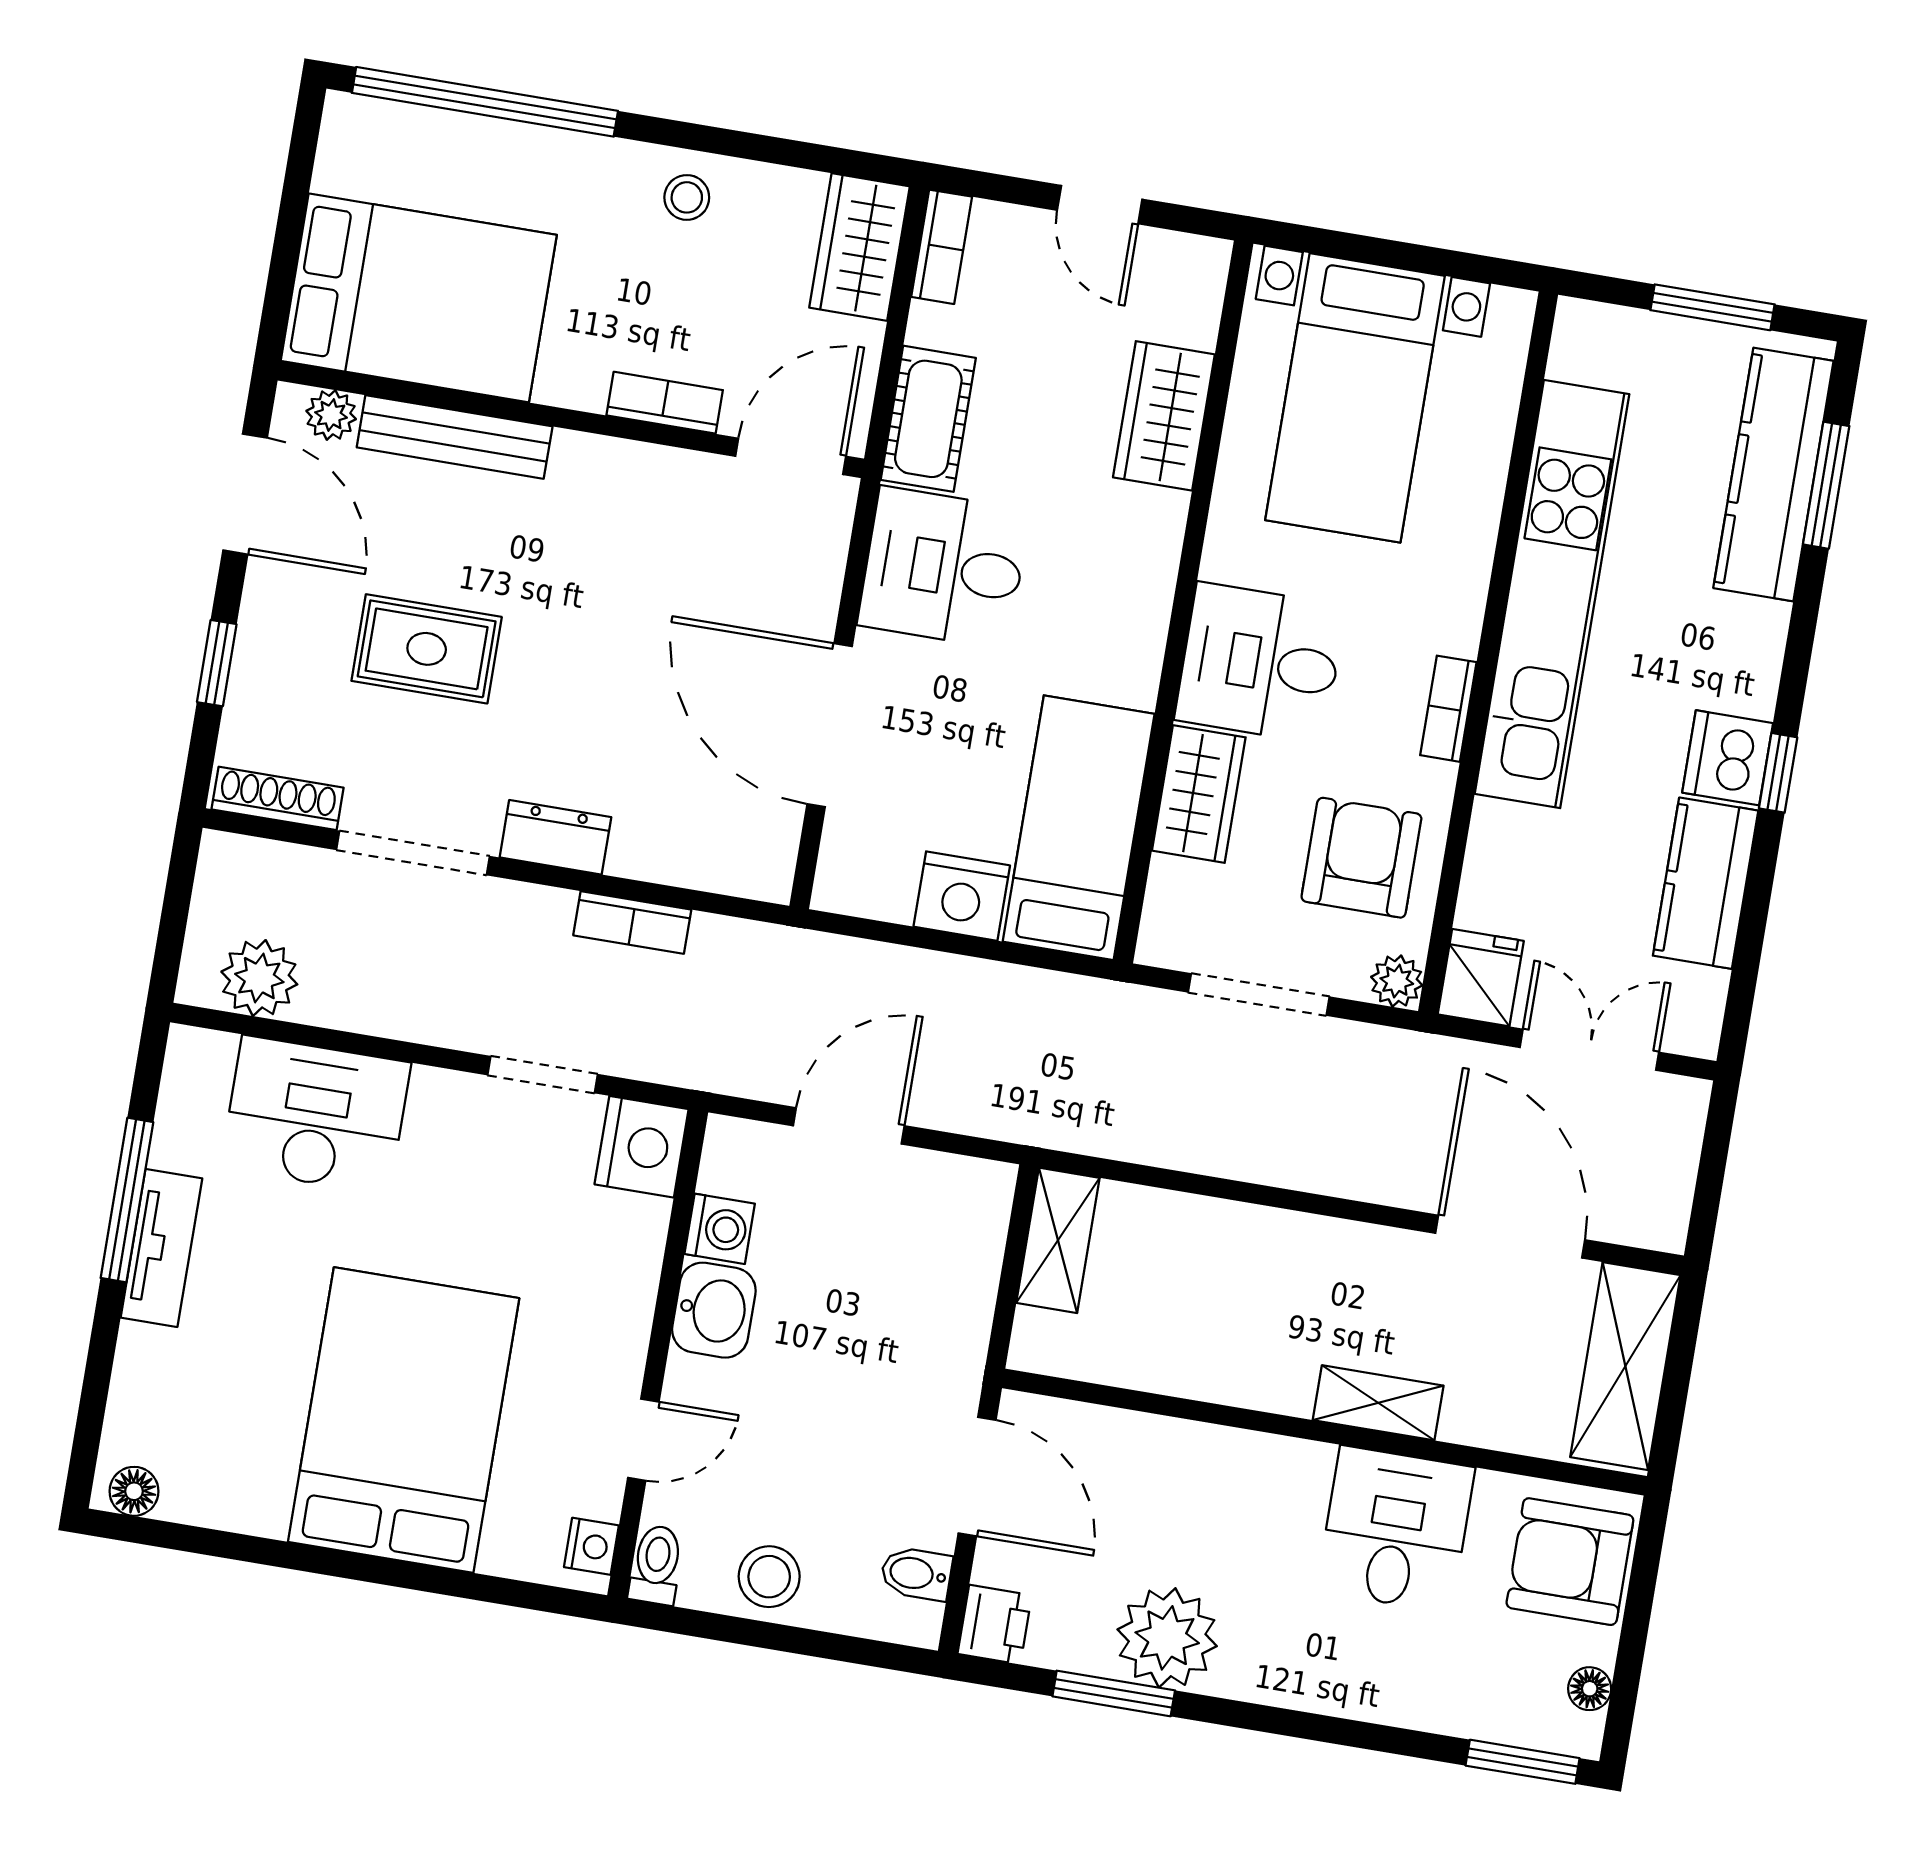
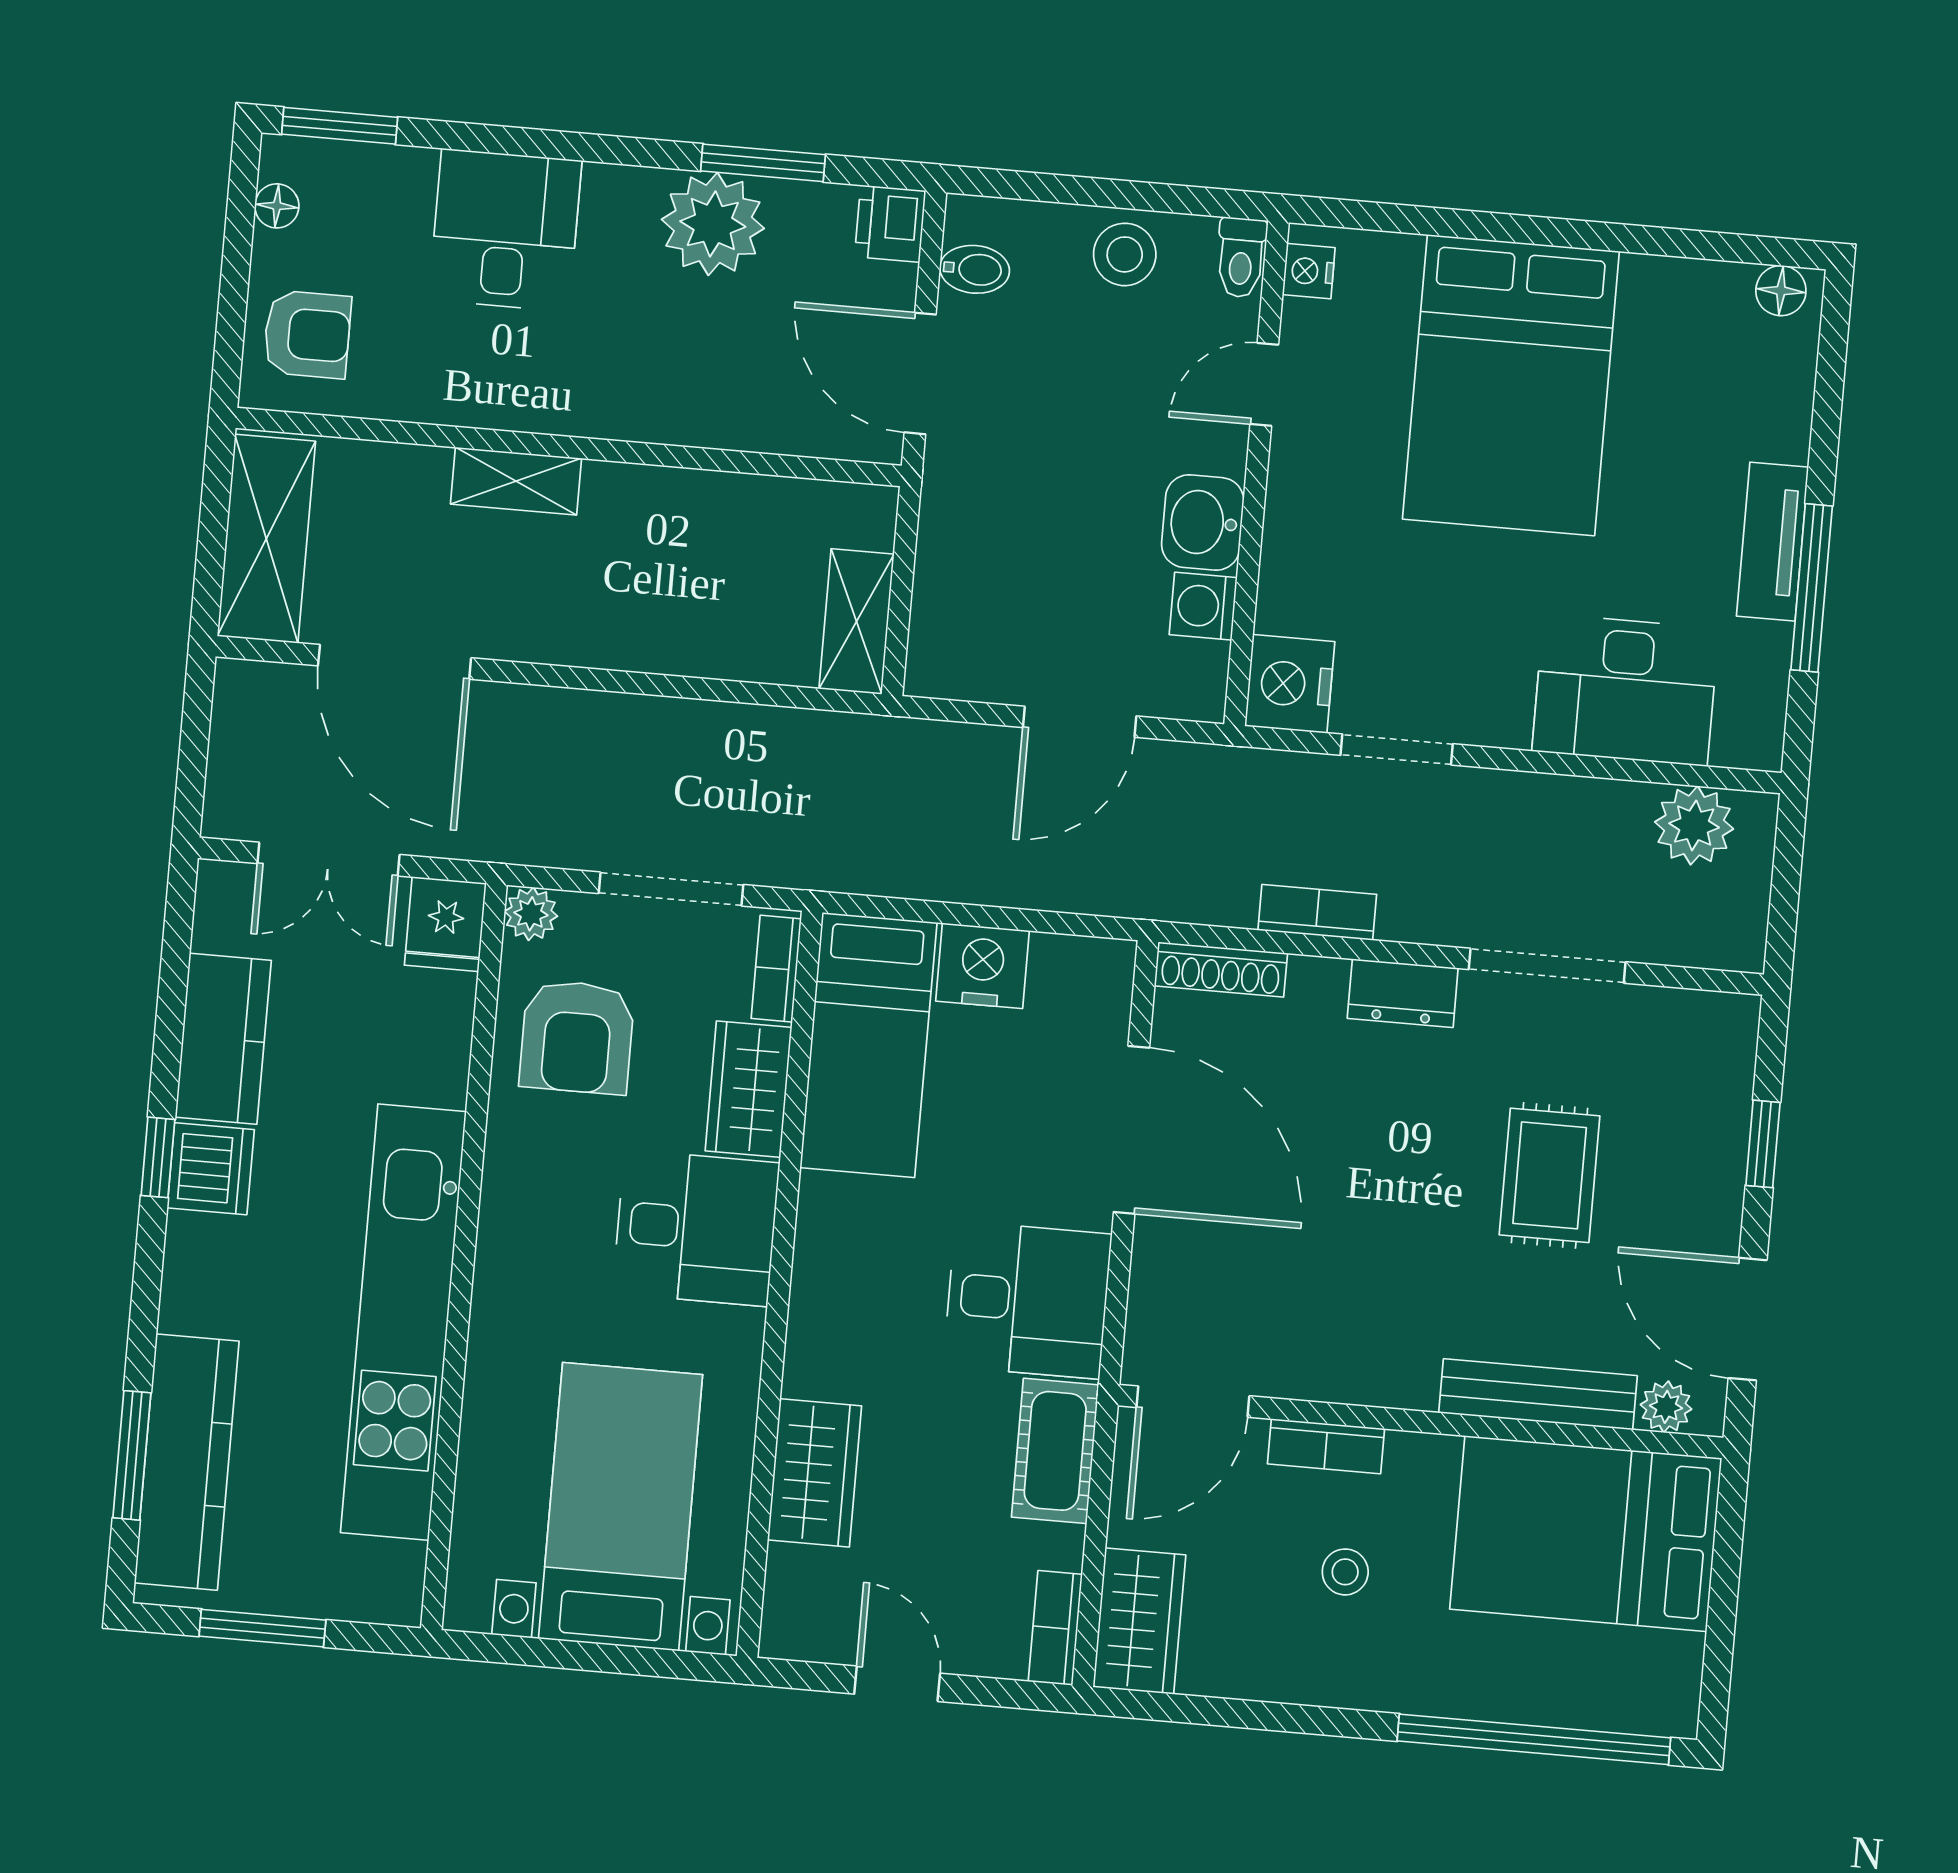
stool: (687, 197) -> (1345, 1572), moved
rug: (427, 649) -> (1550, 1175), turned 90
bookcase: (1448, 709) -> (776, 969), moved, turned 180
shoe rack: (278, 798) -> (1221, 969), moved
desk: (1396, 1529) -> (505, 230), moved, turned 180
armchair: (1570, 1562) -> (307, 334), width x0.72, depth x0.72

